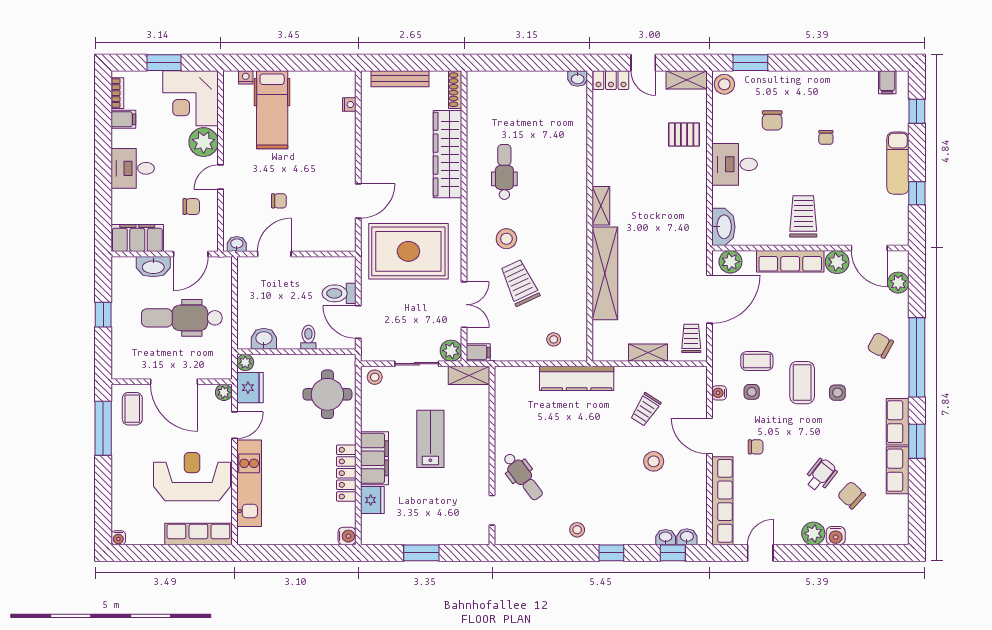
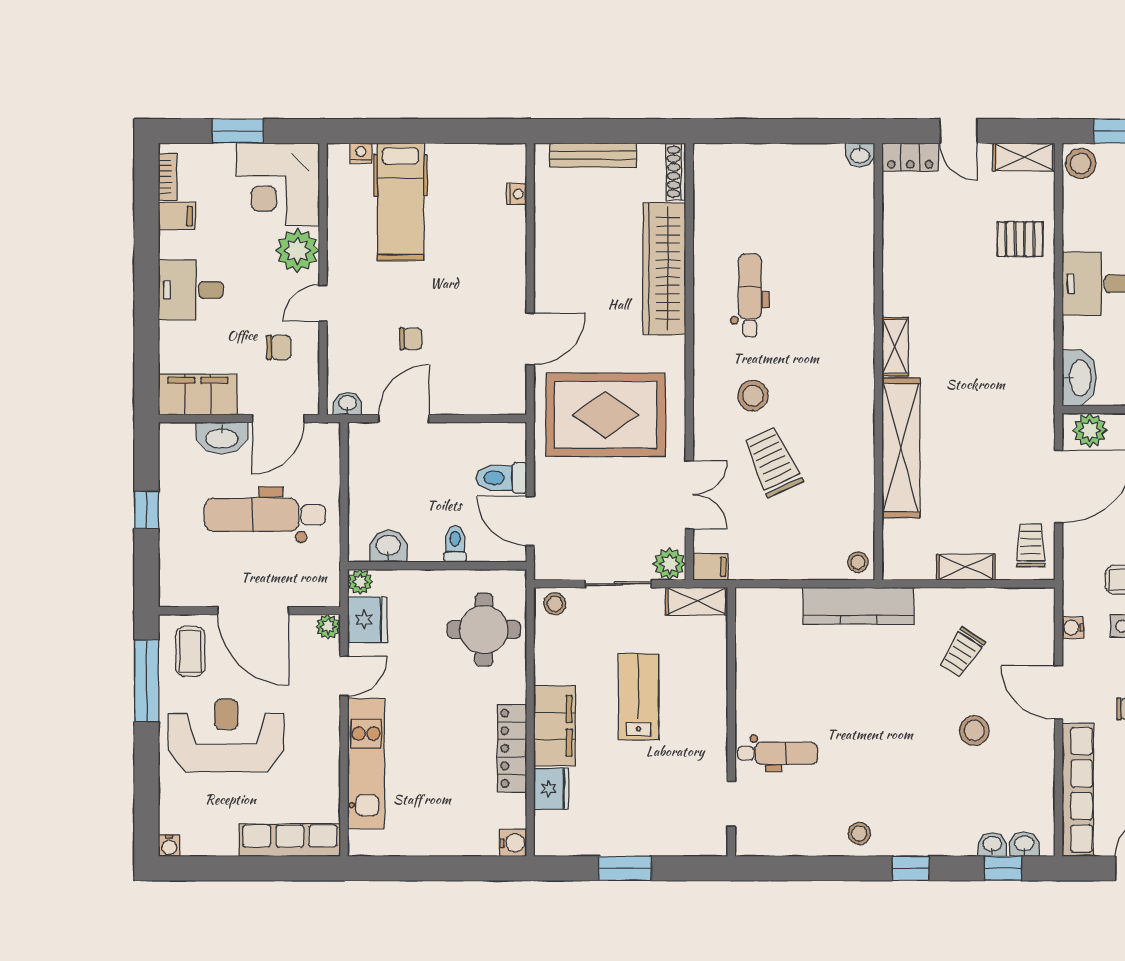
stool: (554, 339) -> (858, 562), moved
reception desk: (192, 477) -> (226, 736), moved
dental chair: (523, 477) -> (778, 753), turned -53

